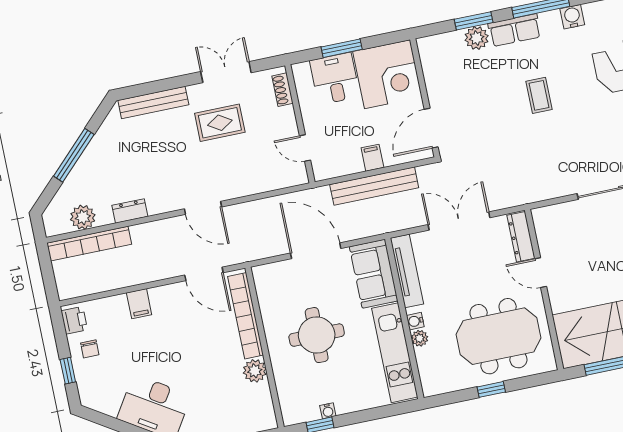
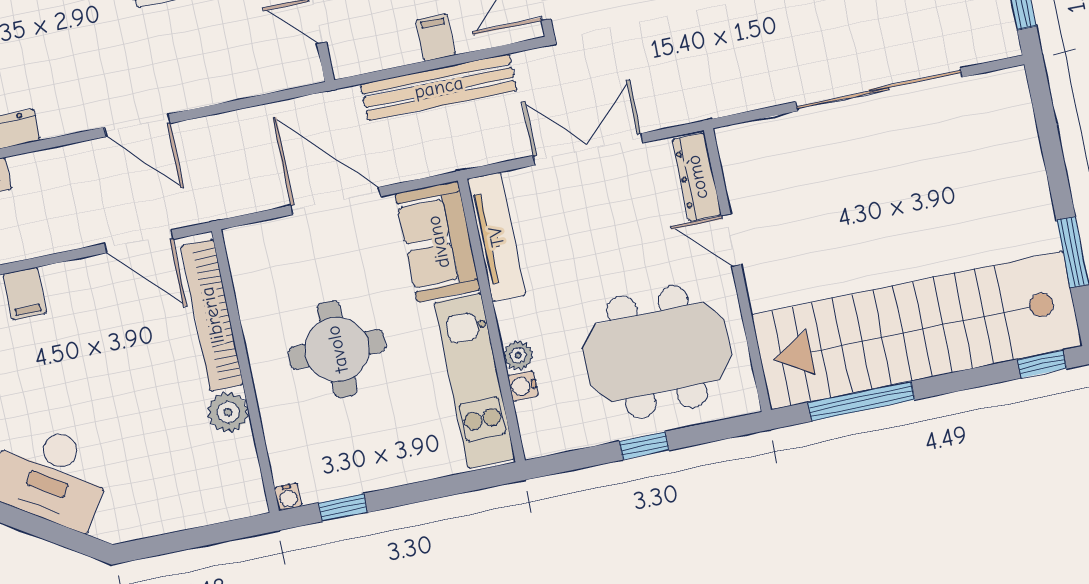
water cooler: (415, 321) -> (523, 386), moved
water cooler: (328, 411) -> (288, 497), moved

